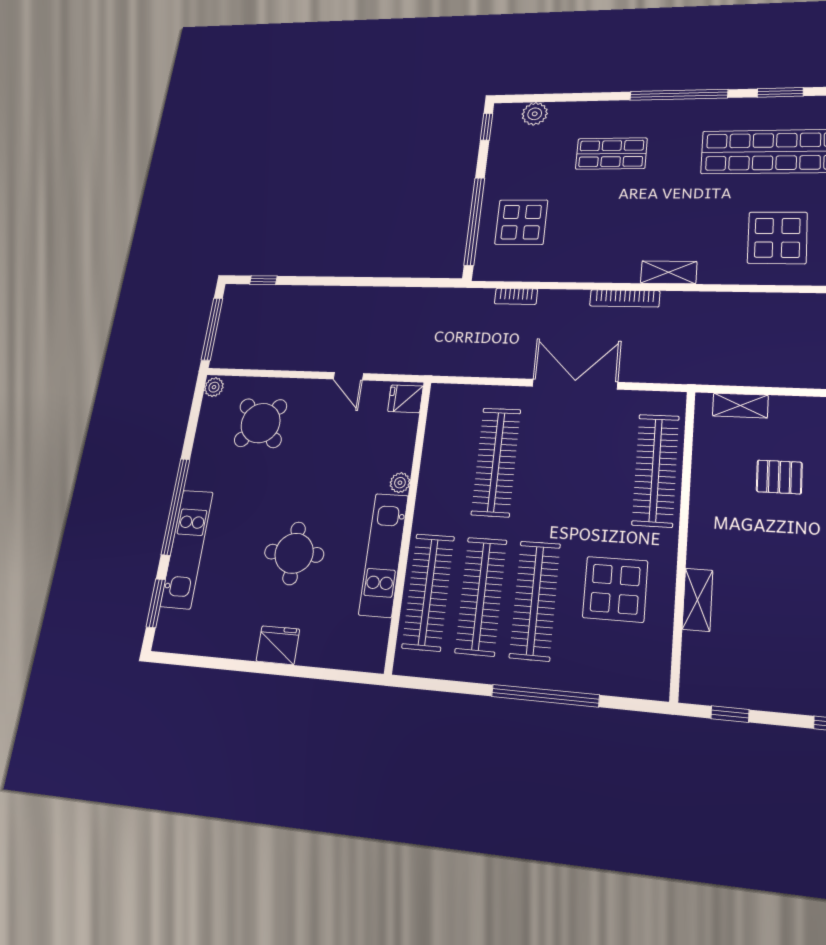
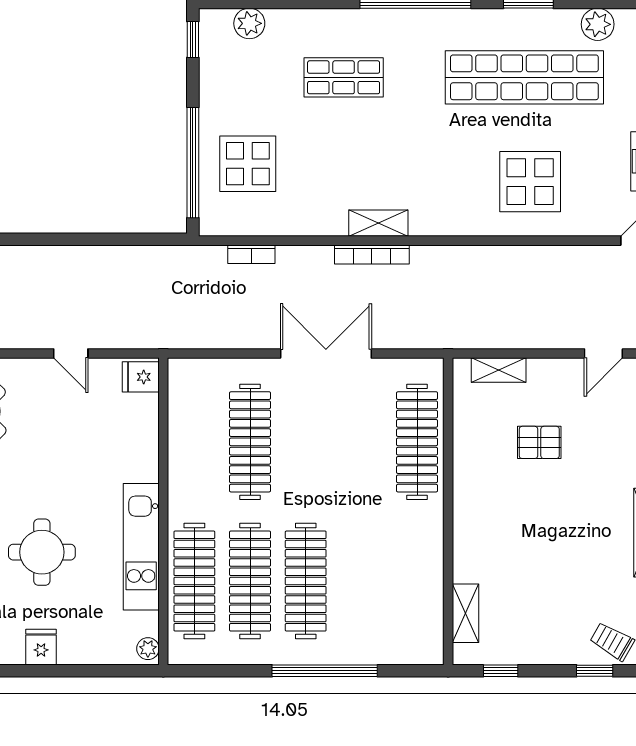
shelving: (669, 272) -> (378, 223), moved
plant: (400, 483) -> (148, 649), moved
display table: (615, 589) -> (385, 564), removed
shelving: (698, 600) -> (466, 613), moved
fridge: (278, 645) -> (41, 647), width x0.72

